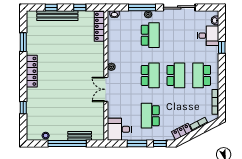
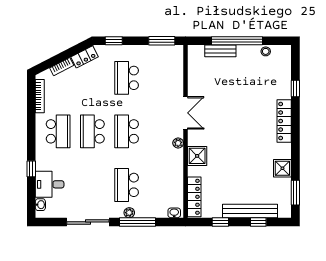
window: (23, 42) -> (295, 193), moved
shower: (33, 48) -> (282, 168), added
shower: (97, 57) -> (197, 156), added
locker: (32, 71) -> (284, 121), moved
school desk: (150, 116) -> (127, 78), turned 180
desk: (119, 129) -> (167, 60), removed
window: (137, 144) -> (162, 41), moved

